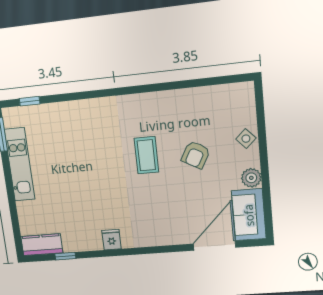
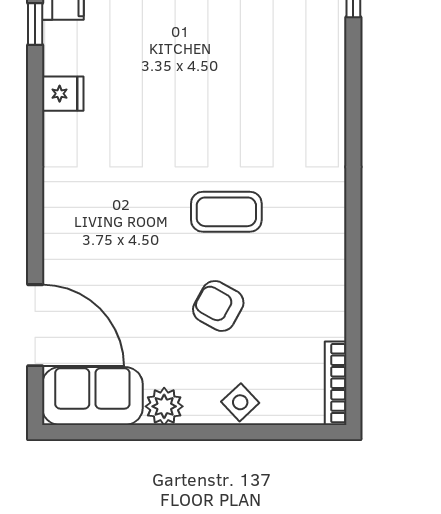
bookcase: (231, 89) -> (336, 383), added
fridge: (111, 240) -> (63, 94), moved

